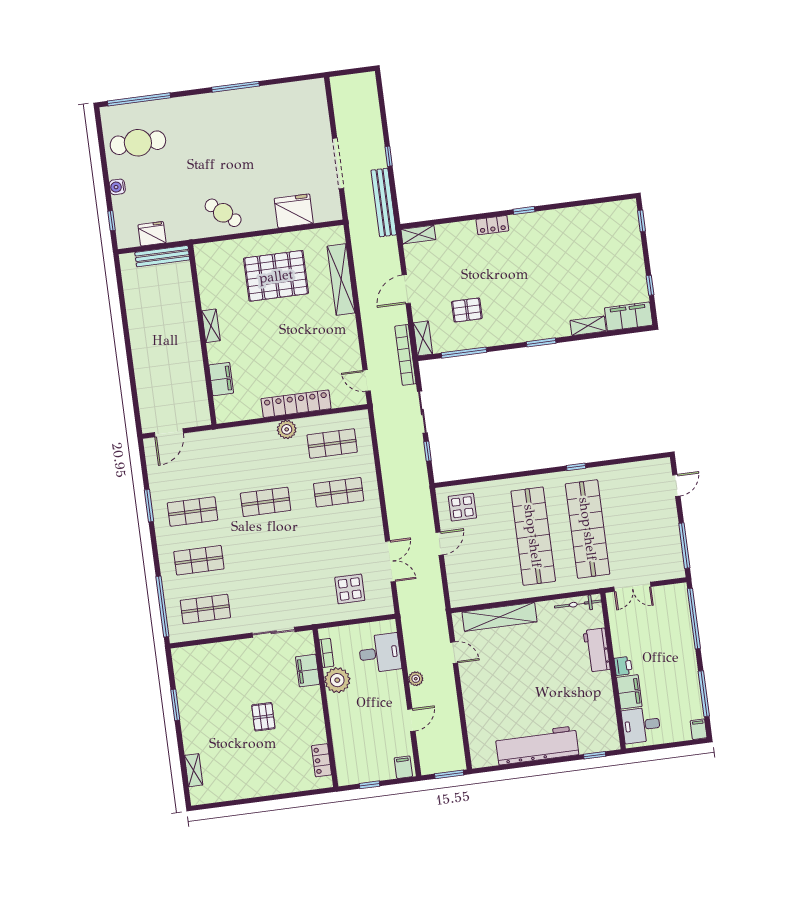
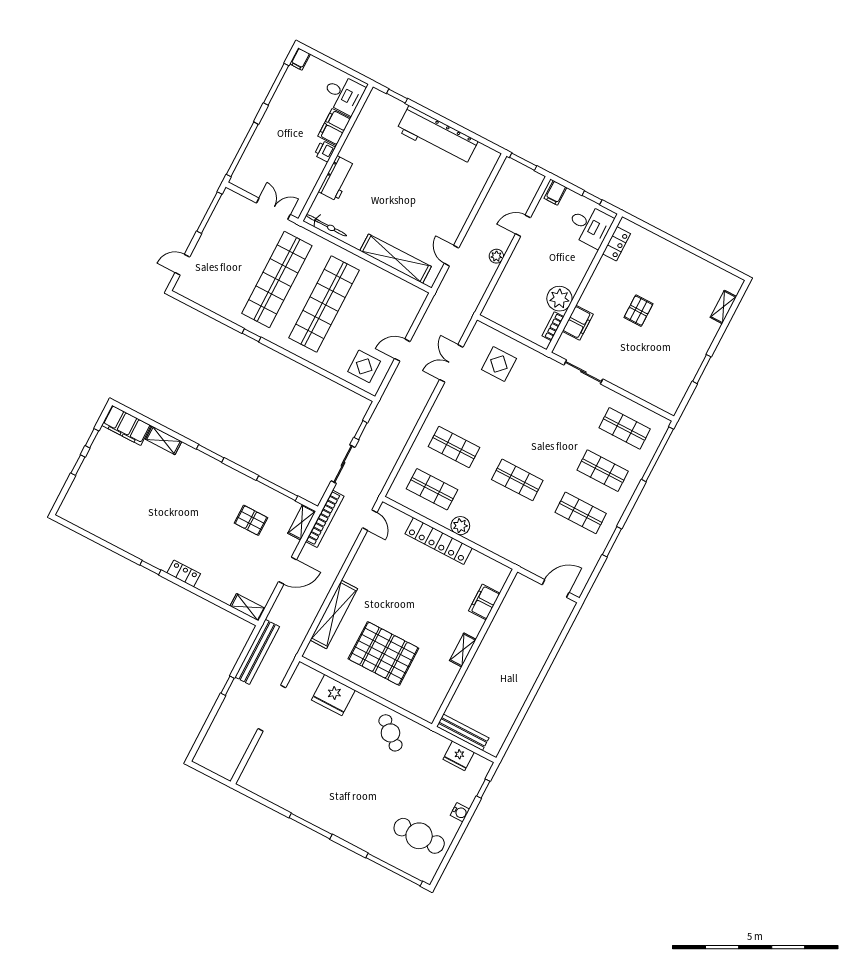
window: (642, 221) -> (78, 465), moved
desk: (380, 653) -> (590, 226), moved, turned 180

